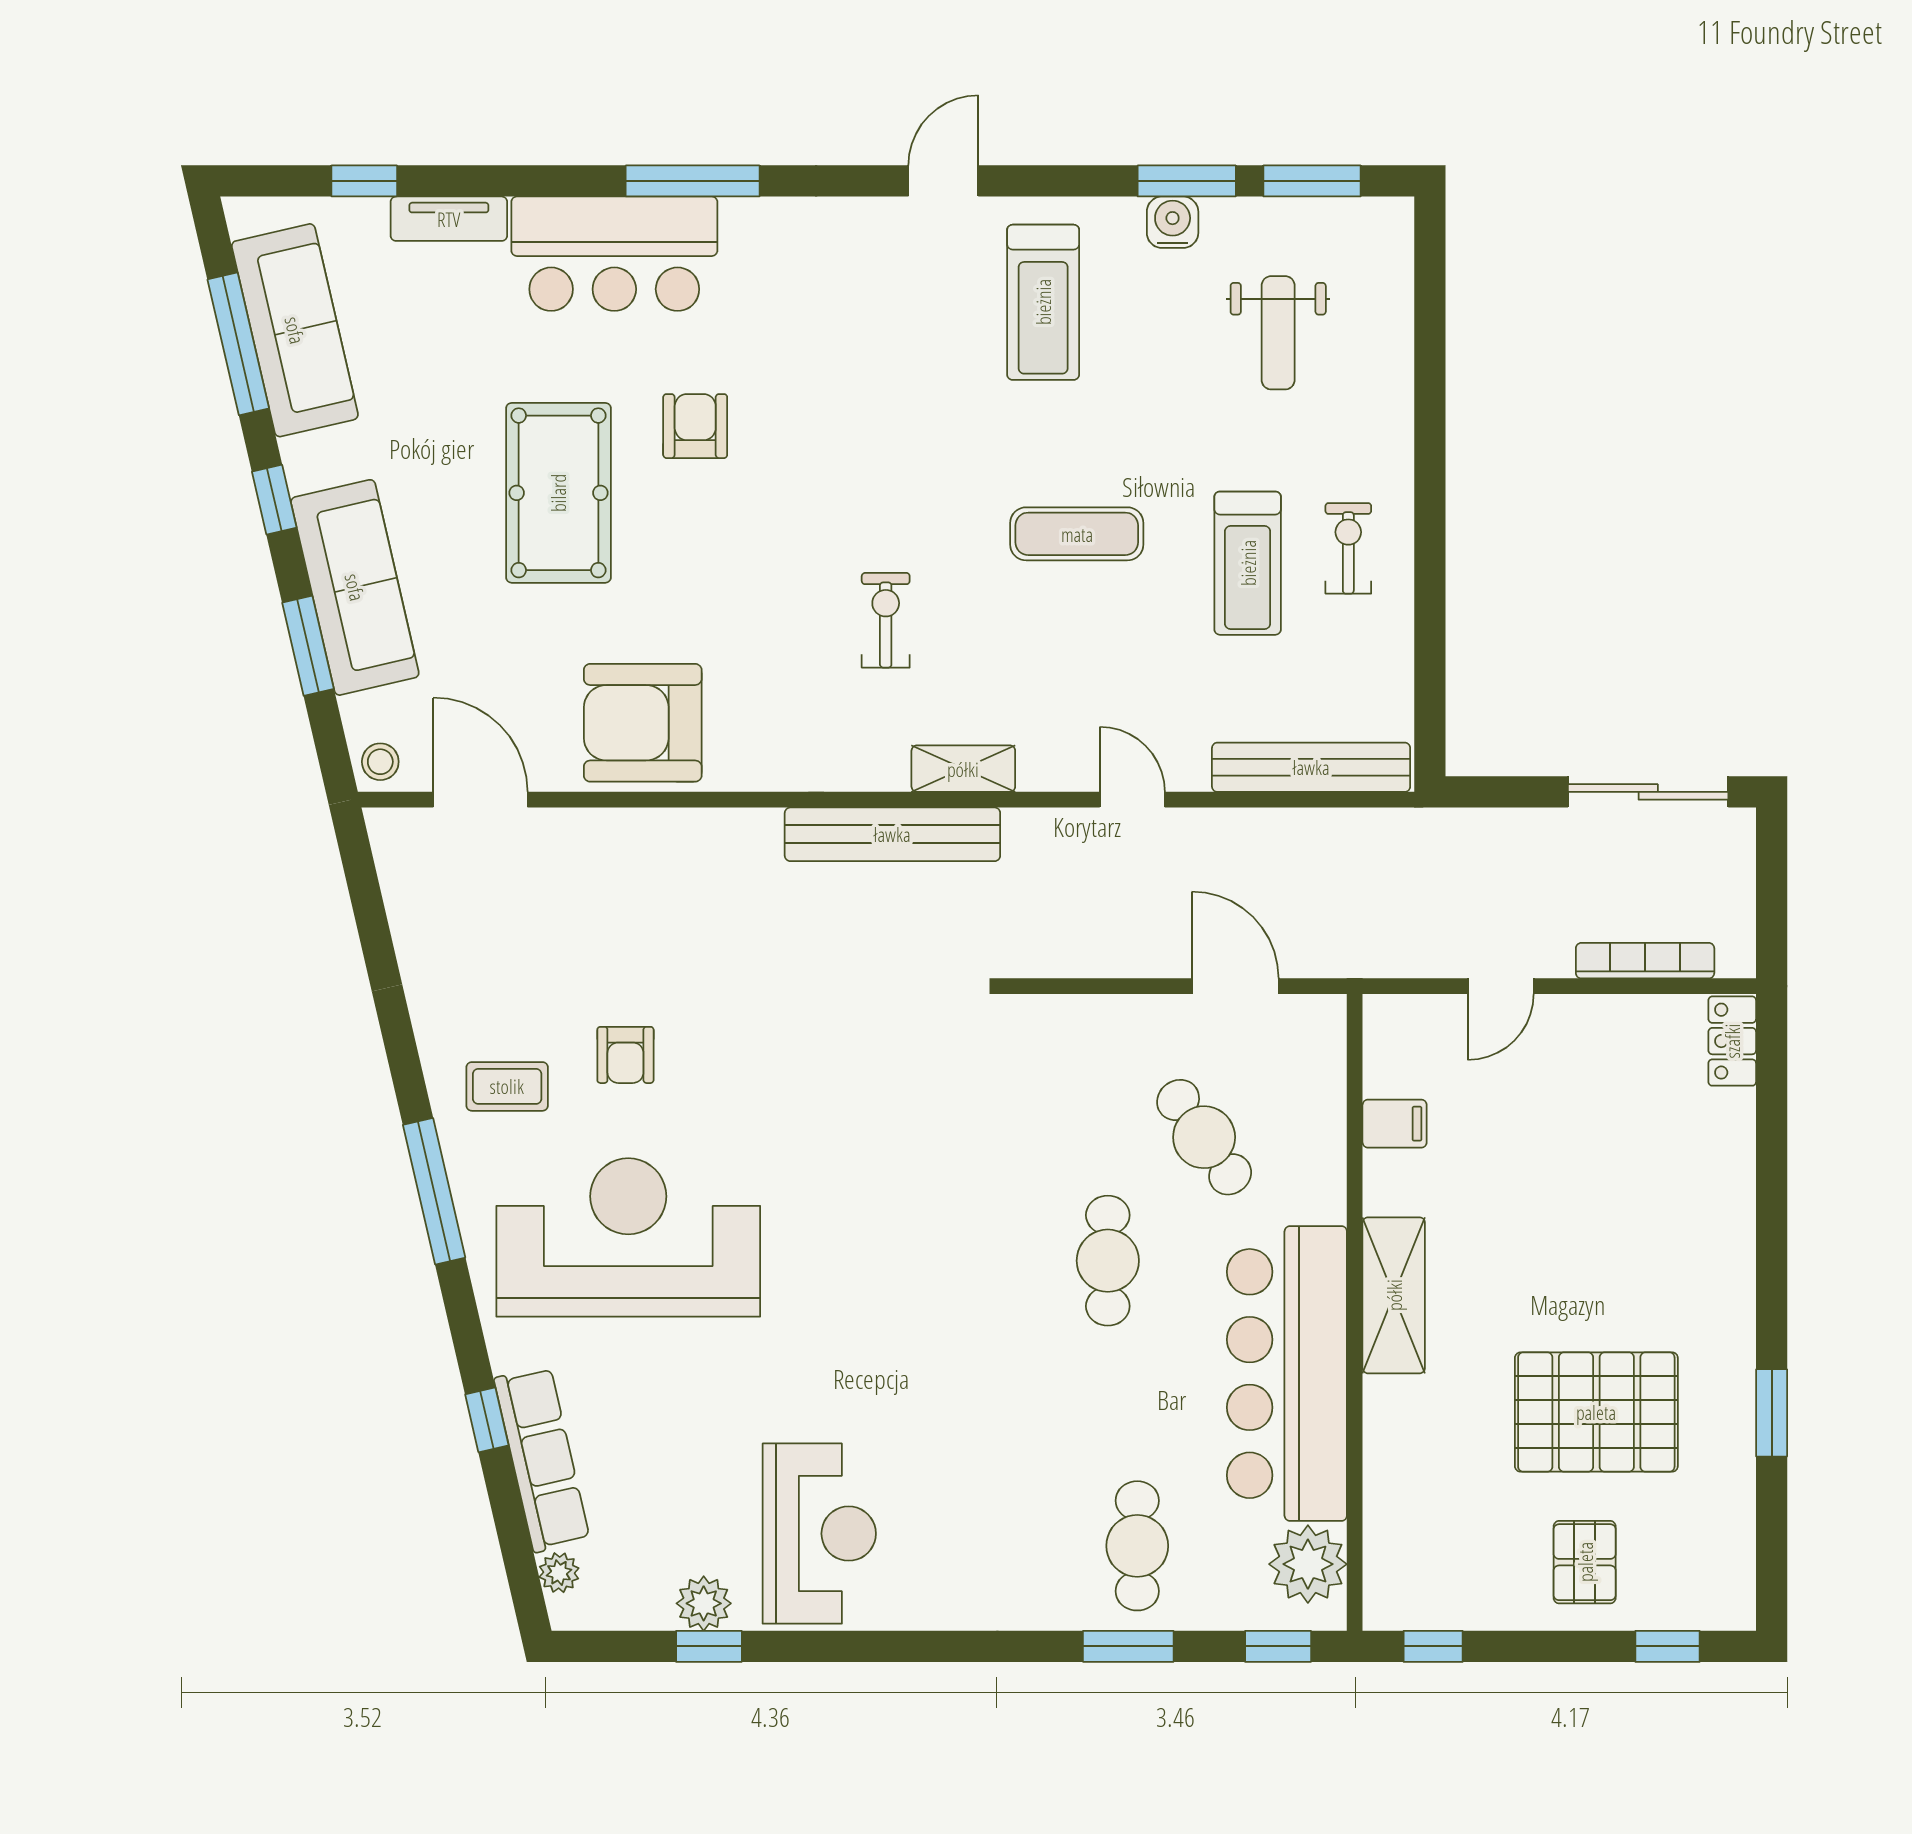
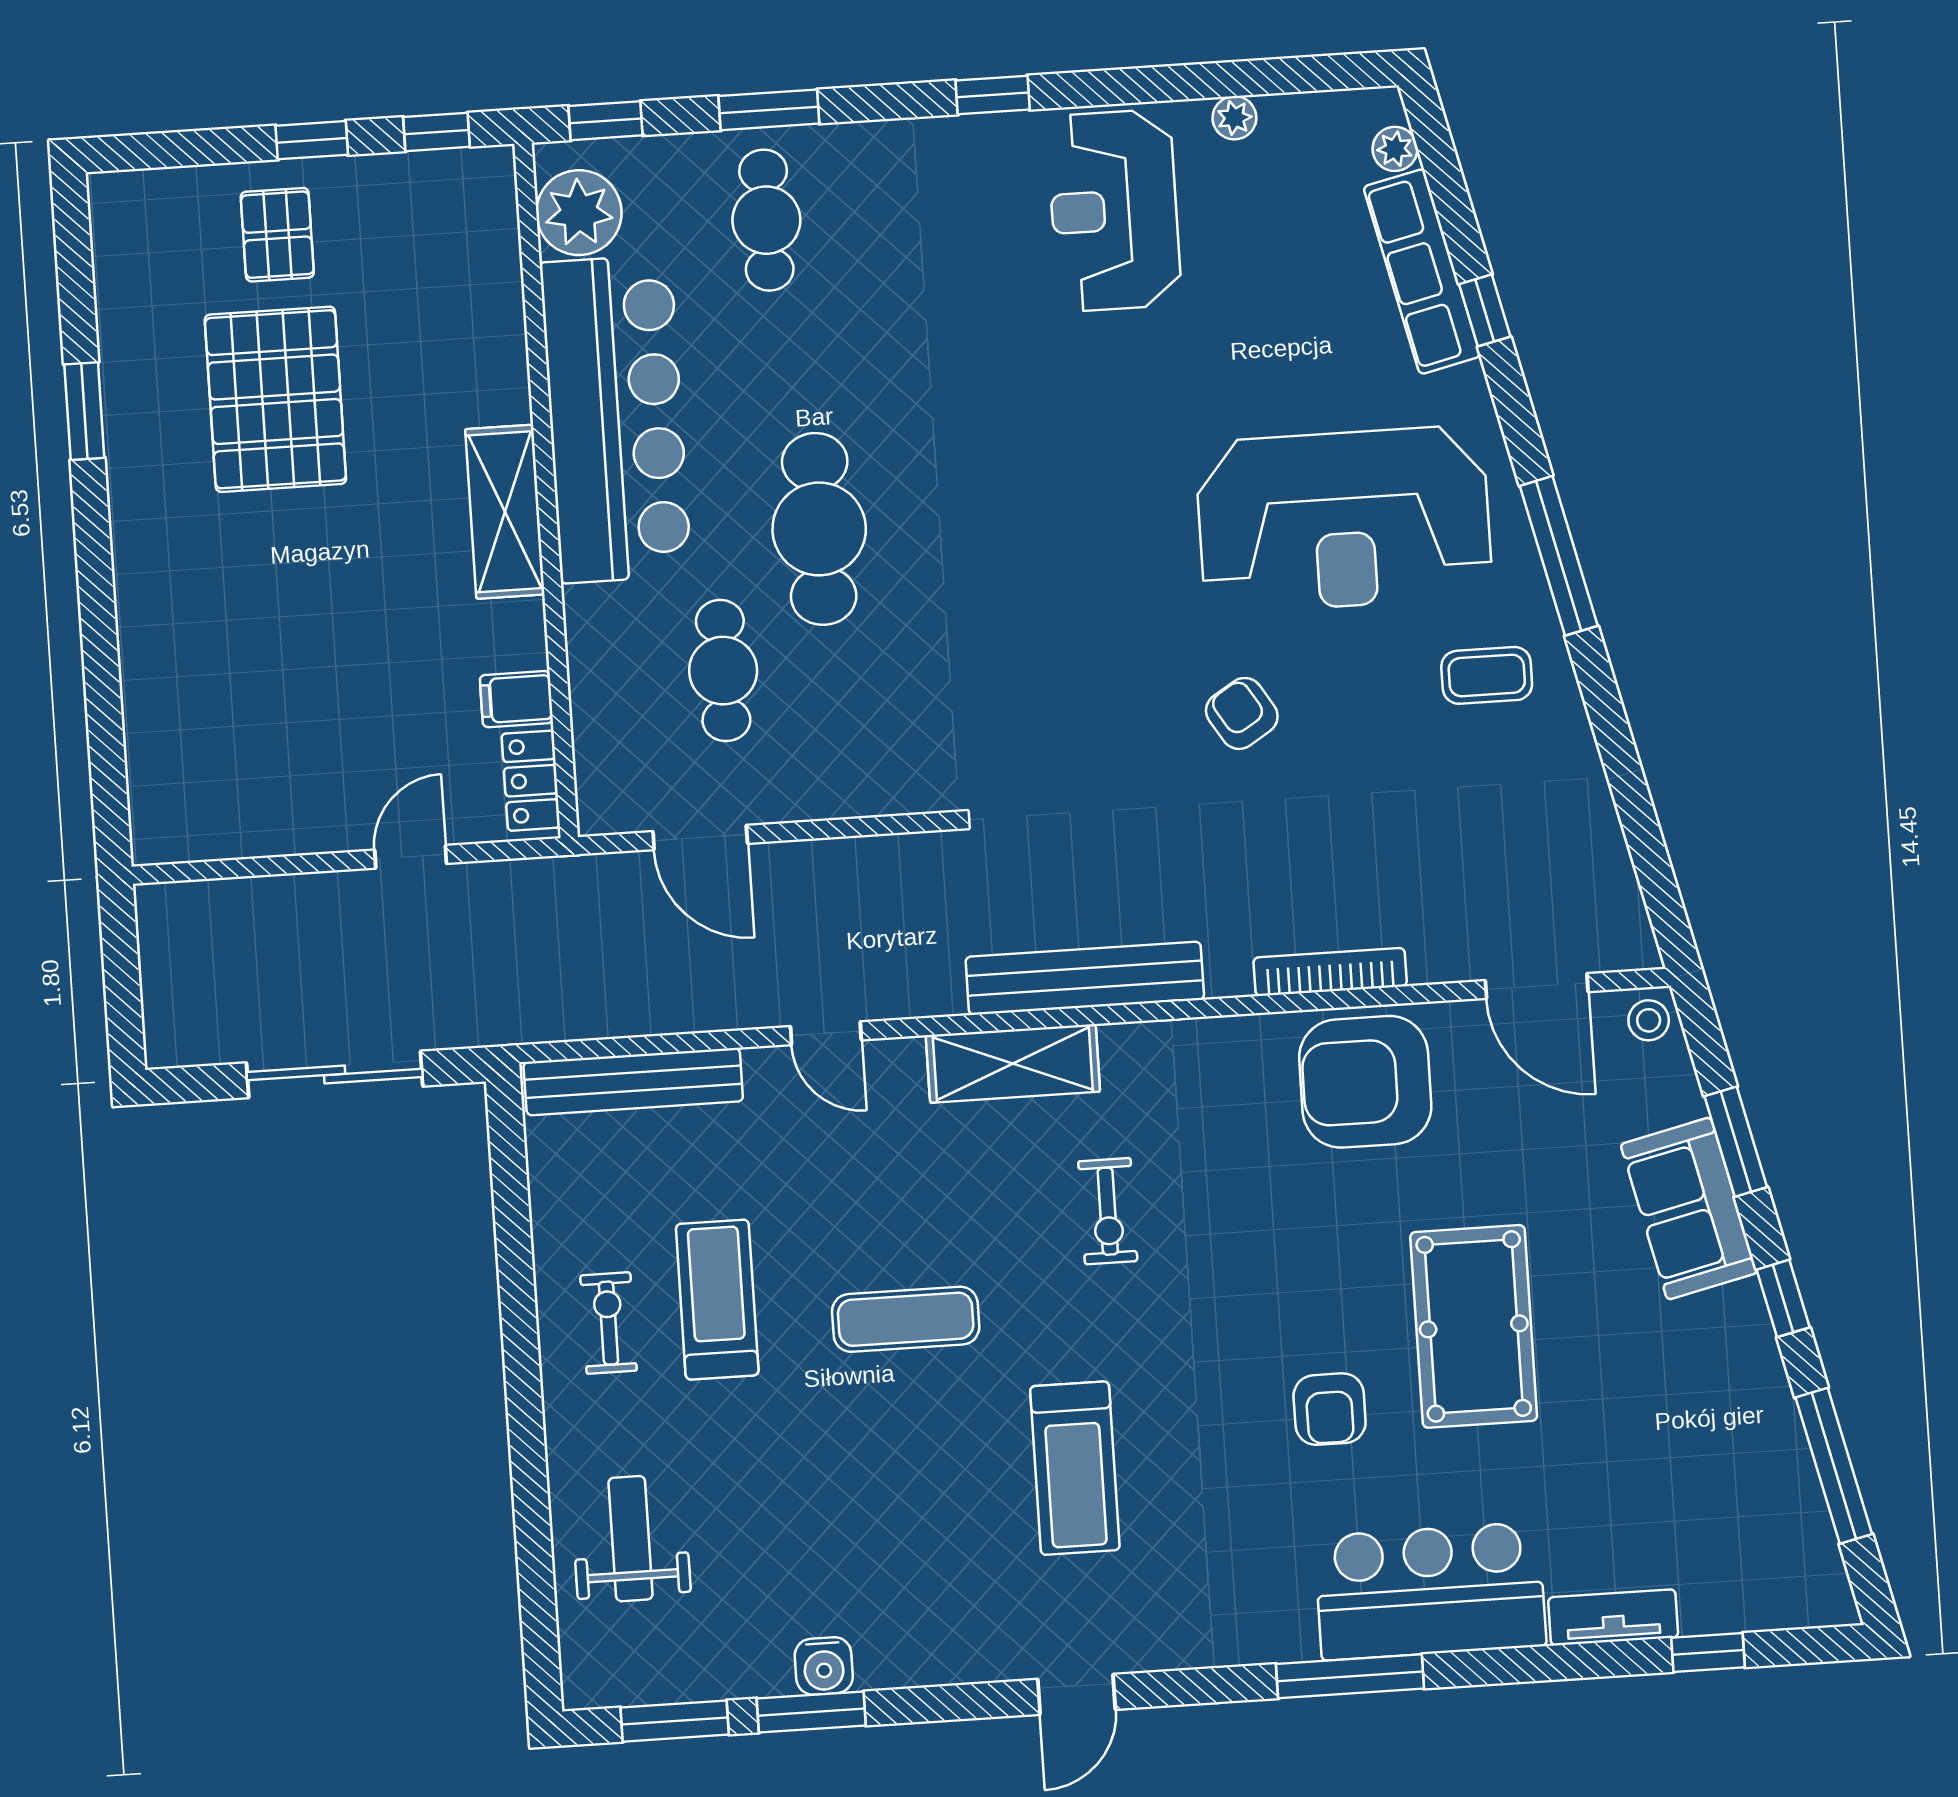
treadmill: (1043, 302) -> (1075, 1468), moved, turned 180
sofa: (295, 330) -> (1773, 1485), removed
weight bench: (1278, 333) -> (631, 1539), moved
exercise bike: (1348, 548) -> (608, 1323), turned 180
sofa: (355, 587) -> (1689, 1208), width x0.73
armchair: (643, 723) -> (1365, 1082), turned 180
shelving: (963, 769) -> (1013, 1063), width x1.50, depth x1.33
sliding door: (1648, 792) -> (335, 1074), moved
bookcase: (1645, 961) -> (1330, 972), moved, turned 180
locker: (1732, 1041) -> (531, 781), moved, turned 180
armchair: (625, 1055) -> (1242, 713), moved, turned -32
cafe table: (1204, 1137) -> (723, 671), turned 35
cafe table: (1108, 1261) -> (819, 529), width x1.37, depth x1.35
pallet: (1596, 1412) -> (275, 399), turned 90
plant: (704, 1603) -> (1234, 118), width x0.73, depth x0.73
window: (709, 1646) -> (993, 95), moved
window: (1668, 1646) -> (312, 140), moved

